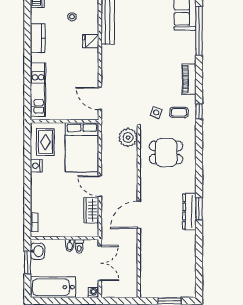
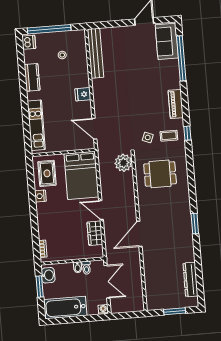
fridge: (91, 41) -> (83, 94), moved
dresser: (189, 211) -> (190, 280), moved

